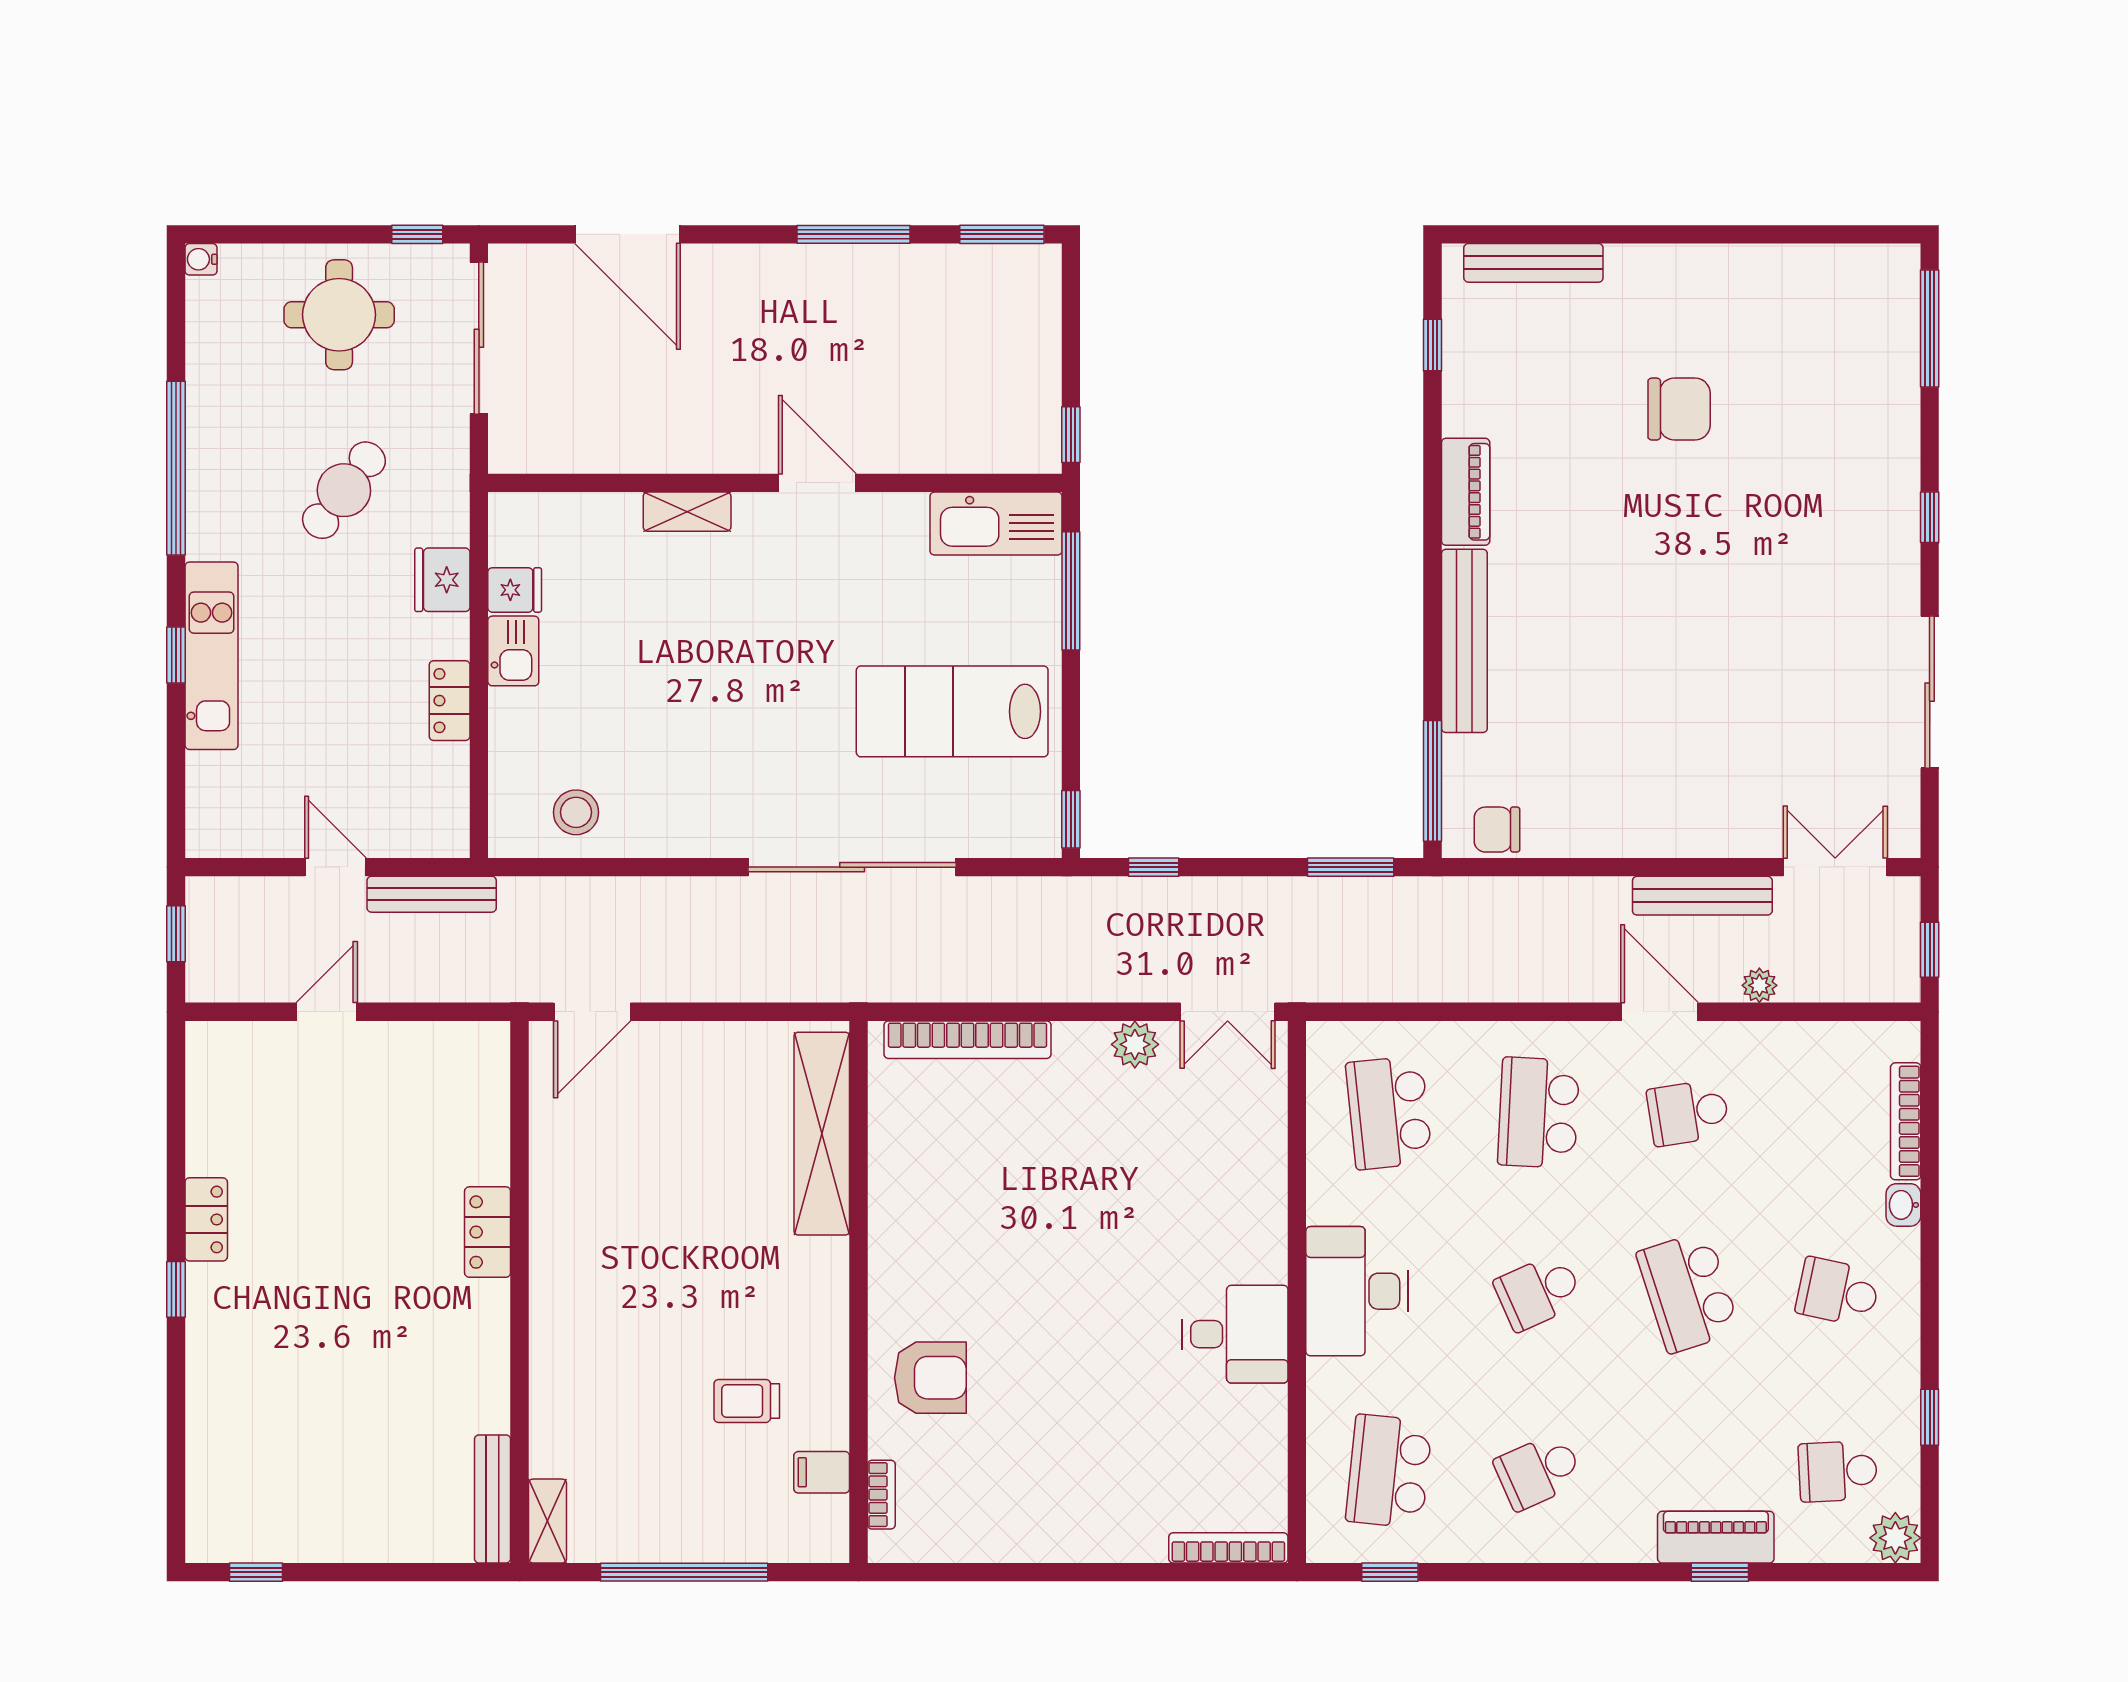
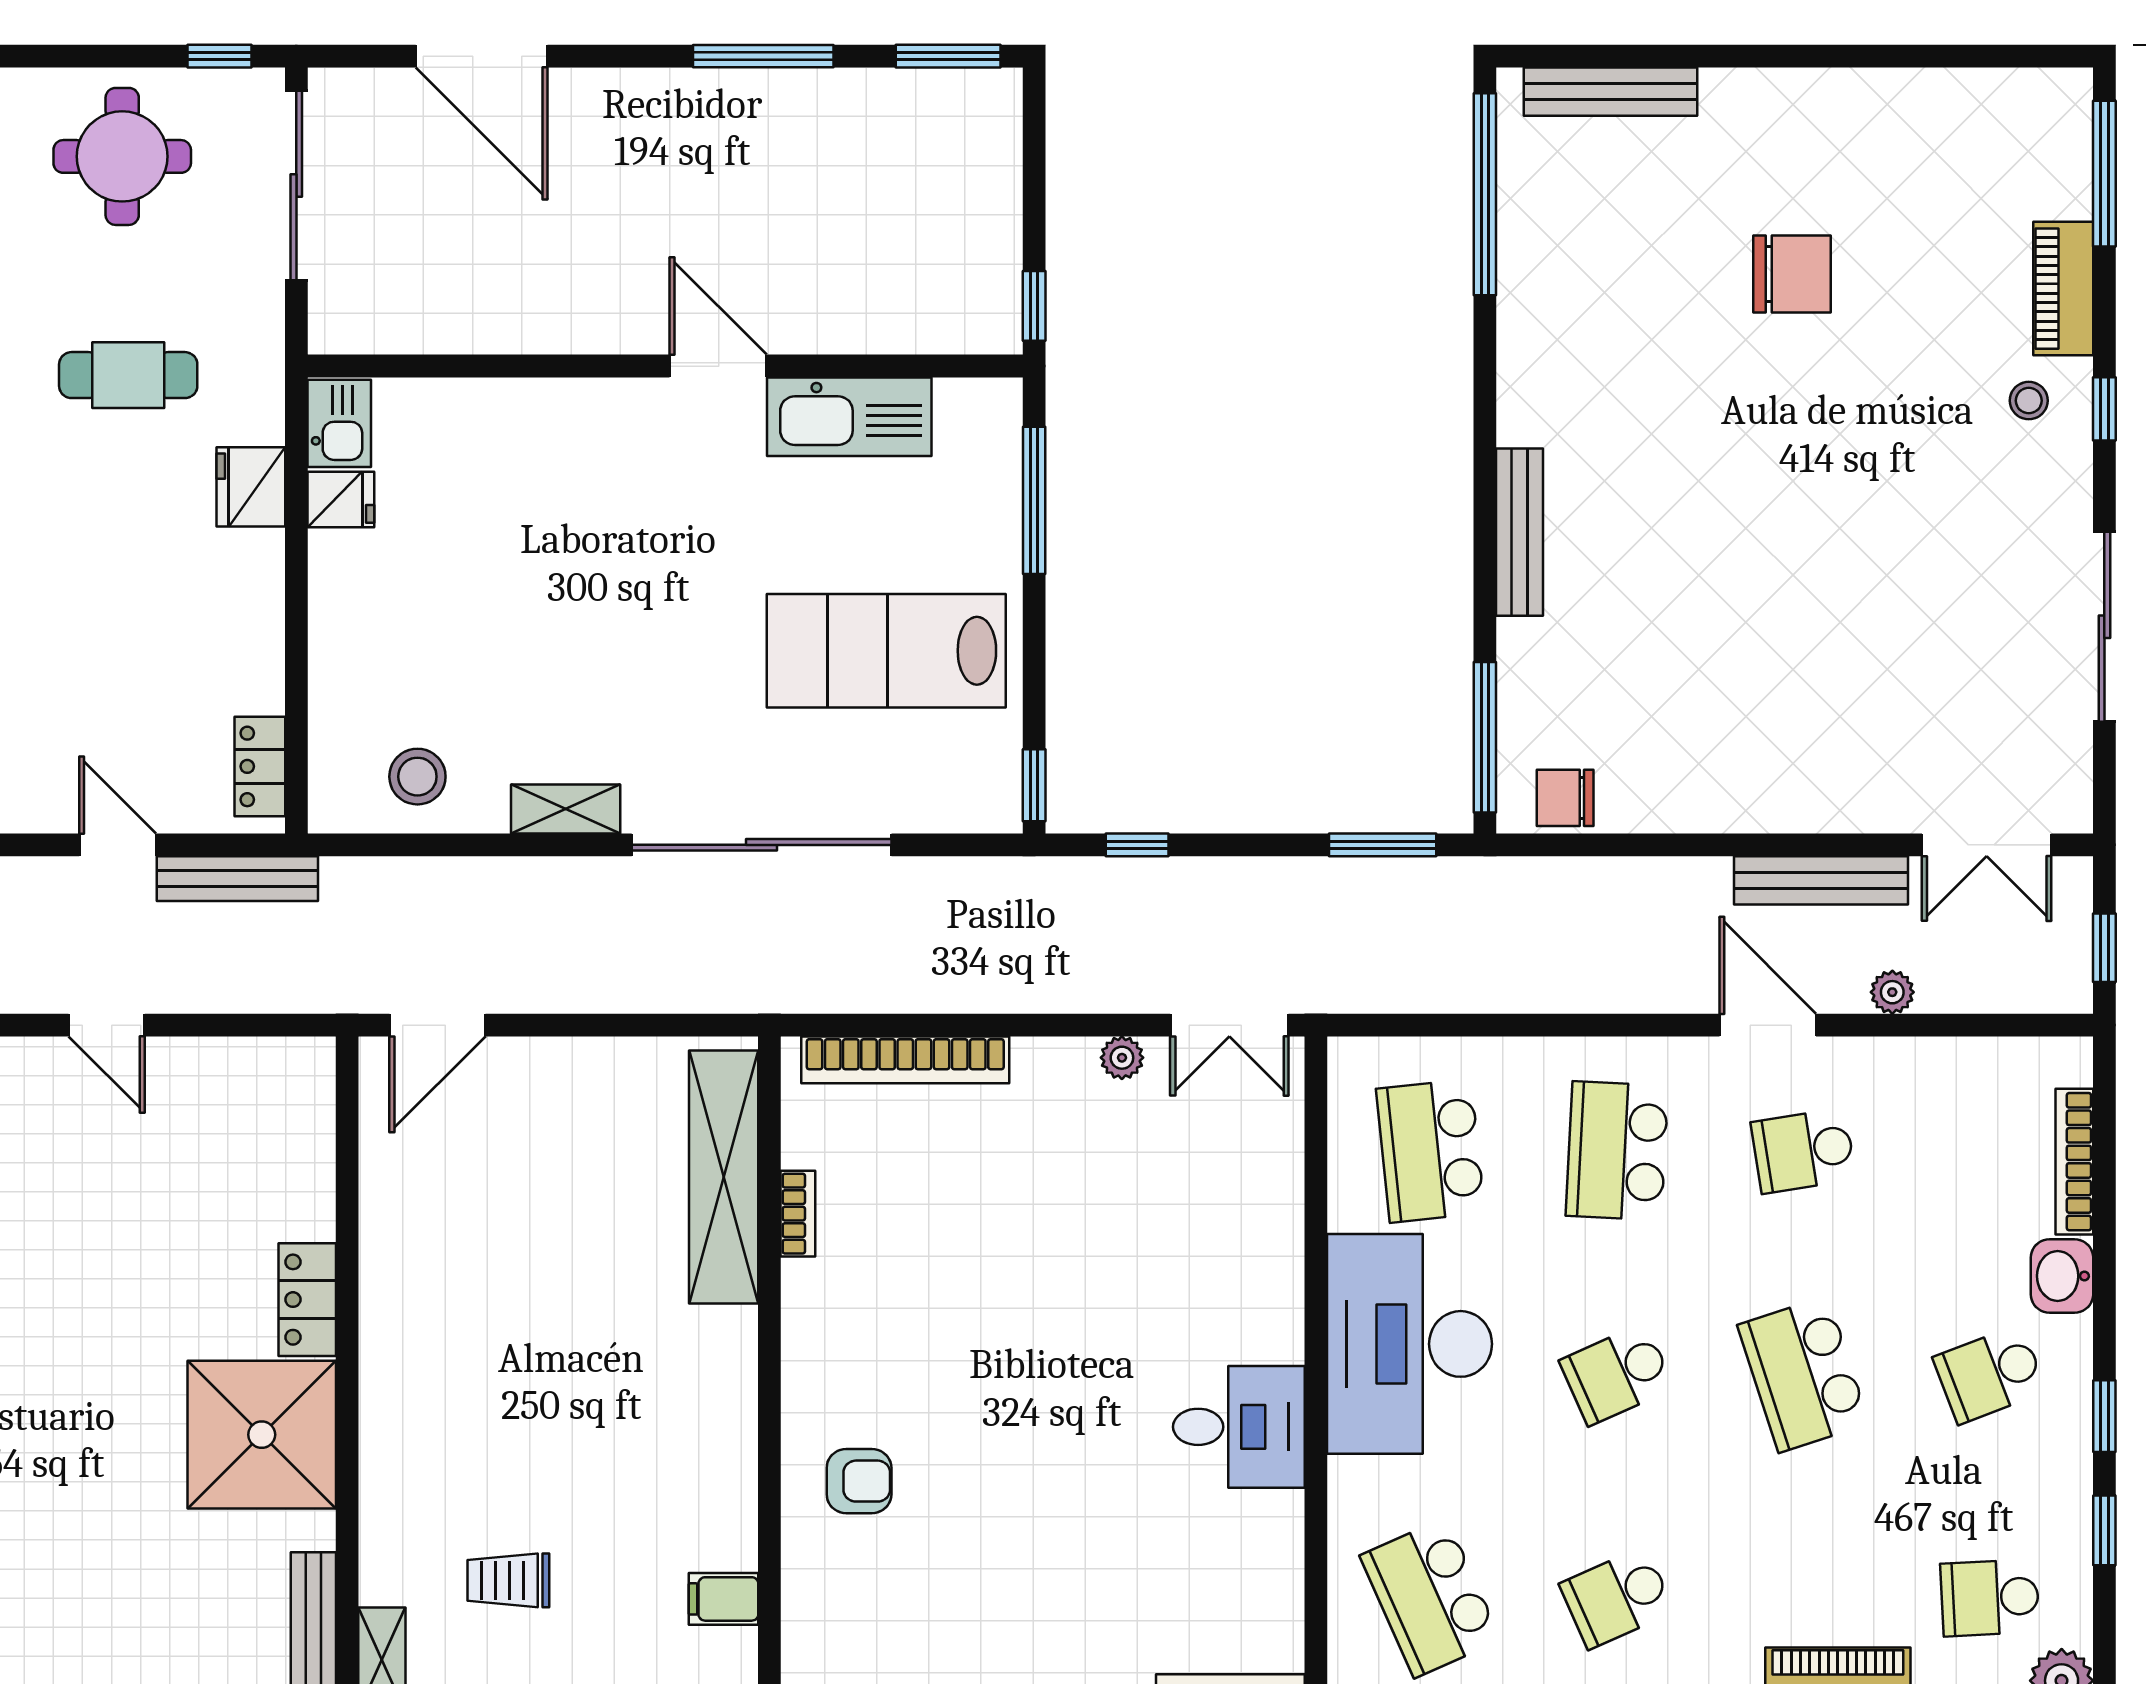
window: (1433, 345) -> (1485, 194), width x3.17
cafe table: (344, 490) -> (128, 375), turned 53
piano: (1466, 492) -> (2063, 289), moved, turned 180
stool: (1869, 511) -> (2029, 401), added
shelving: (687, 512) -> (566, 809), moved
kitchen sink: (996, 524) -> (849, 417), moved
bench: (1464, 641) -> (1520, 532), width x0.73, depth x0.82
kitchen sink: (513, 651) -> (339, 423), moved
locker: (450, 701) -> (260, 766), moved
double door: (1835, 867) -> (1987, 845), swing flipped
door: (327, 1012) -> (107, 1025), swing flipped
plant: (1135, 1044) -> (1122, 1058), width x0.73, depth x0.73
washbasin: (1903, 1205) -> (2062, 1276), width x1.38, depth x1.45
desk: (1357, 1291) -> (1409, 1344), width x1.36, depth x1.30
school desk: (1838, 1292) -> (1990, 1374), turned -33
window: (1930, 1326) -> (2104, 1416), added
shower: (451, 1340) -> (262, 1435), added
armchair: (930, 1378) -> (859, 1481), width x0.72, depth x0.72
trolley: (747, 1401) -> (508, 1580), moved
school desk: (1389, 1471) -> (1430, 1598), turned -30
bookcase: (881, 1495) -> (798, 1214), moved

